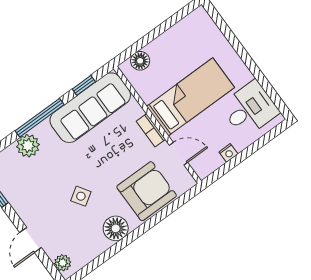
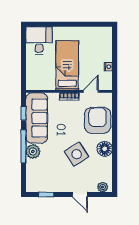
floor lamp: (140, 61) -> (32, 77), removed
desk: (250, 109) -> (39, 41), moved
plant: (28, 146) -> (33, 151), moved
side table: (81, 196) -> (77, 154), width x1.87, depth x1.87

